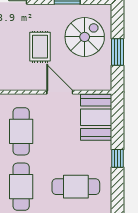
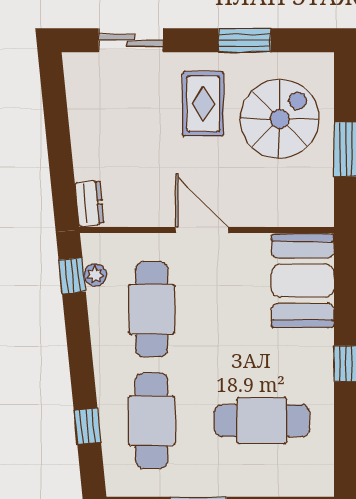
rug: (40, 47) -> (203, 104), moved
door: (60, 92) -> (202, 230), moved

